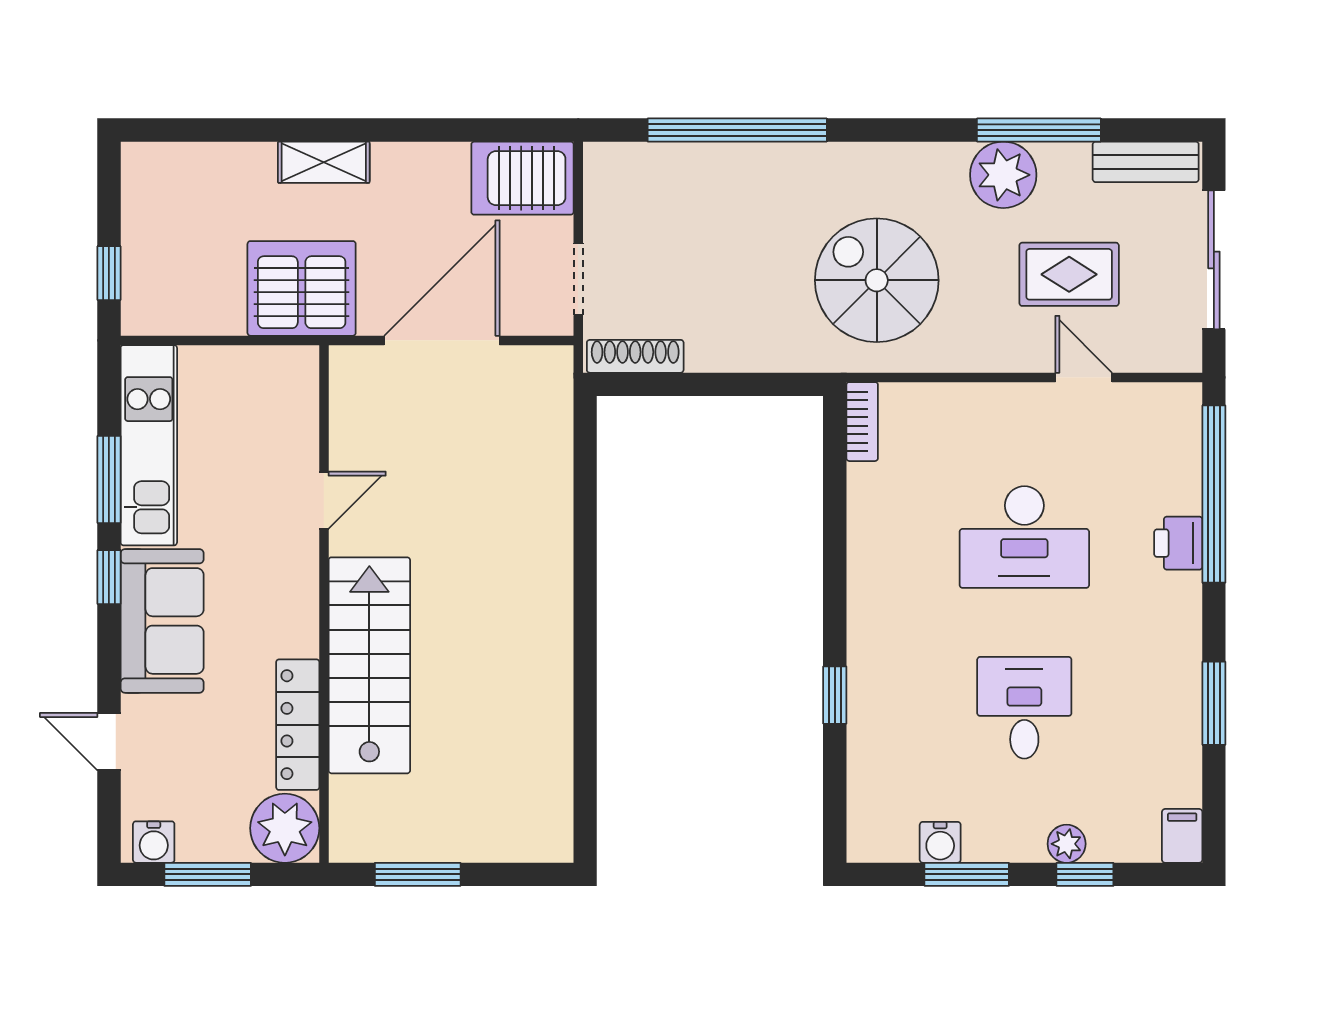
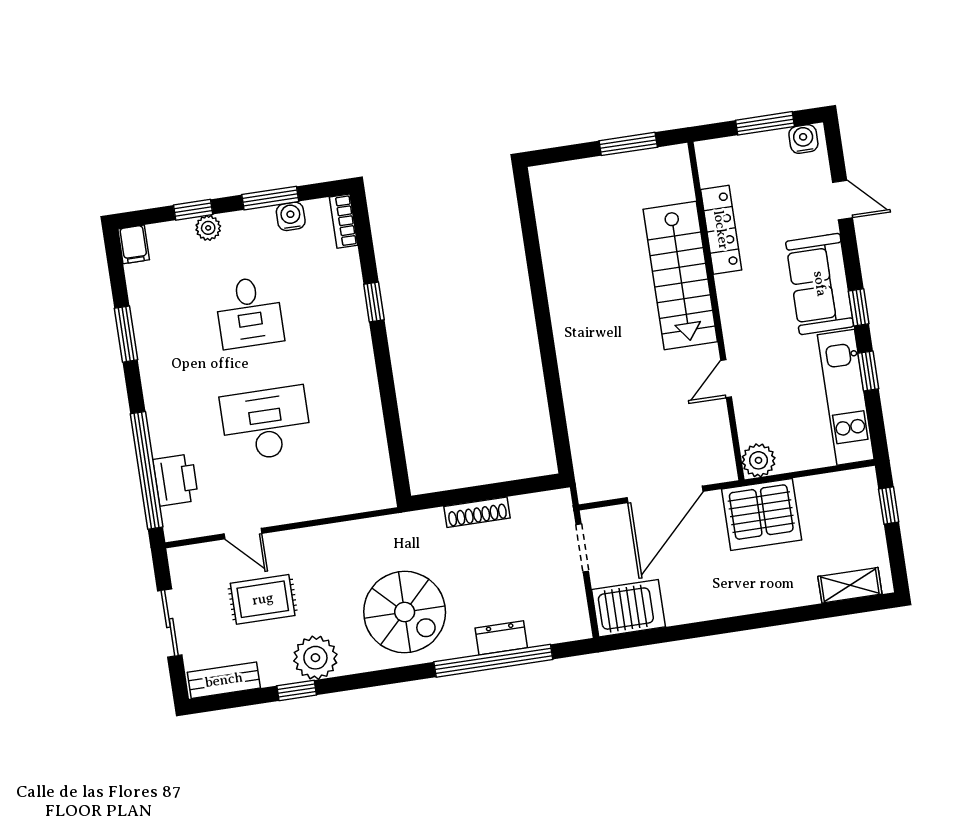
window: (1039, 130) -> (297, 690), width x0.46
shelving: (324, 162) -> (850, 585), moved
dresser: (720, 162) -> (501, 638), added
sliding door: (1214, 260) -> (170, 623), width x0.73
spiral stairs: (877, 280) -> (405, 612), moved
shoe rack: (635, 356) -> (477, 512), moved
bookcase: (862, 422) -> (343, 221), moved
window: (109, 479) -> (868, 371), width x0.67
printer: (1178, 543) -> (176, 480), moved, width x1.36, depth x1.24
plant: (285, 828) -> (758, 460), moved, width x0.73, depth x0.73

